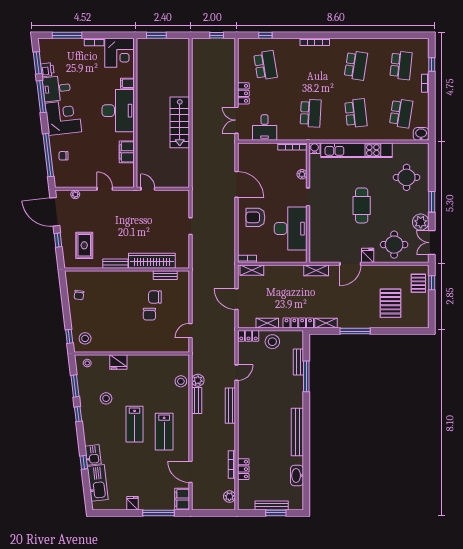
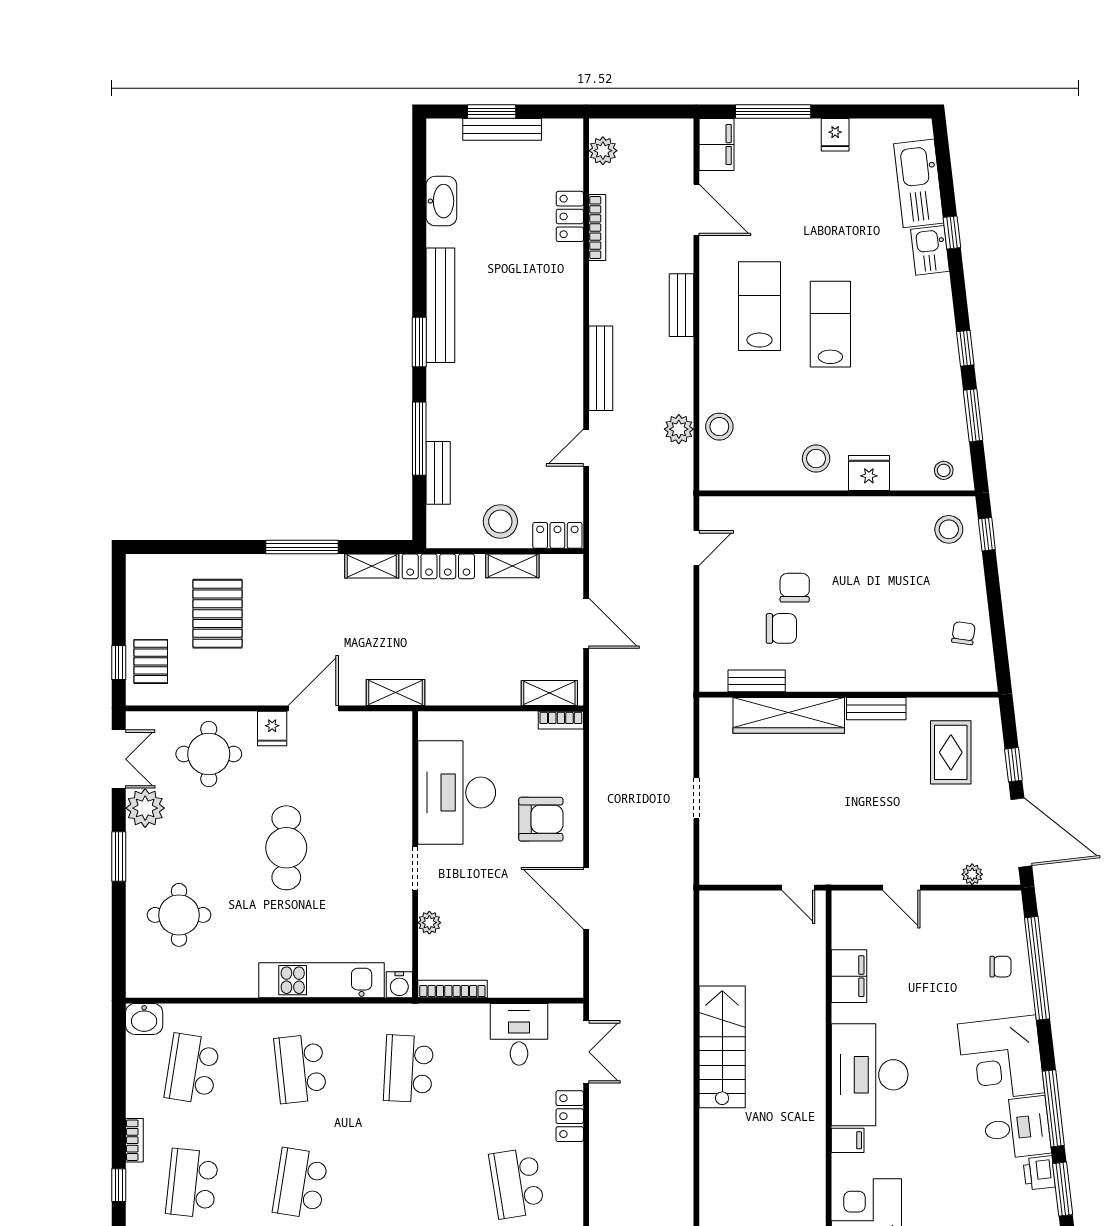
kitchen unit: (357, 150) -> (322, 980), width x0.73
stool: (106, 398) -> (816, 458), moved
bench: (197, 400) -> (681, 305), moved
window: (306, 417) -> (419, 342), added

